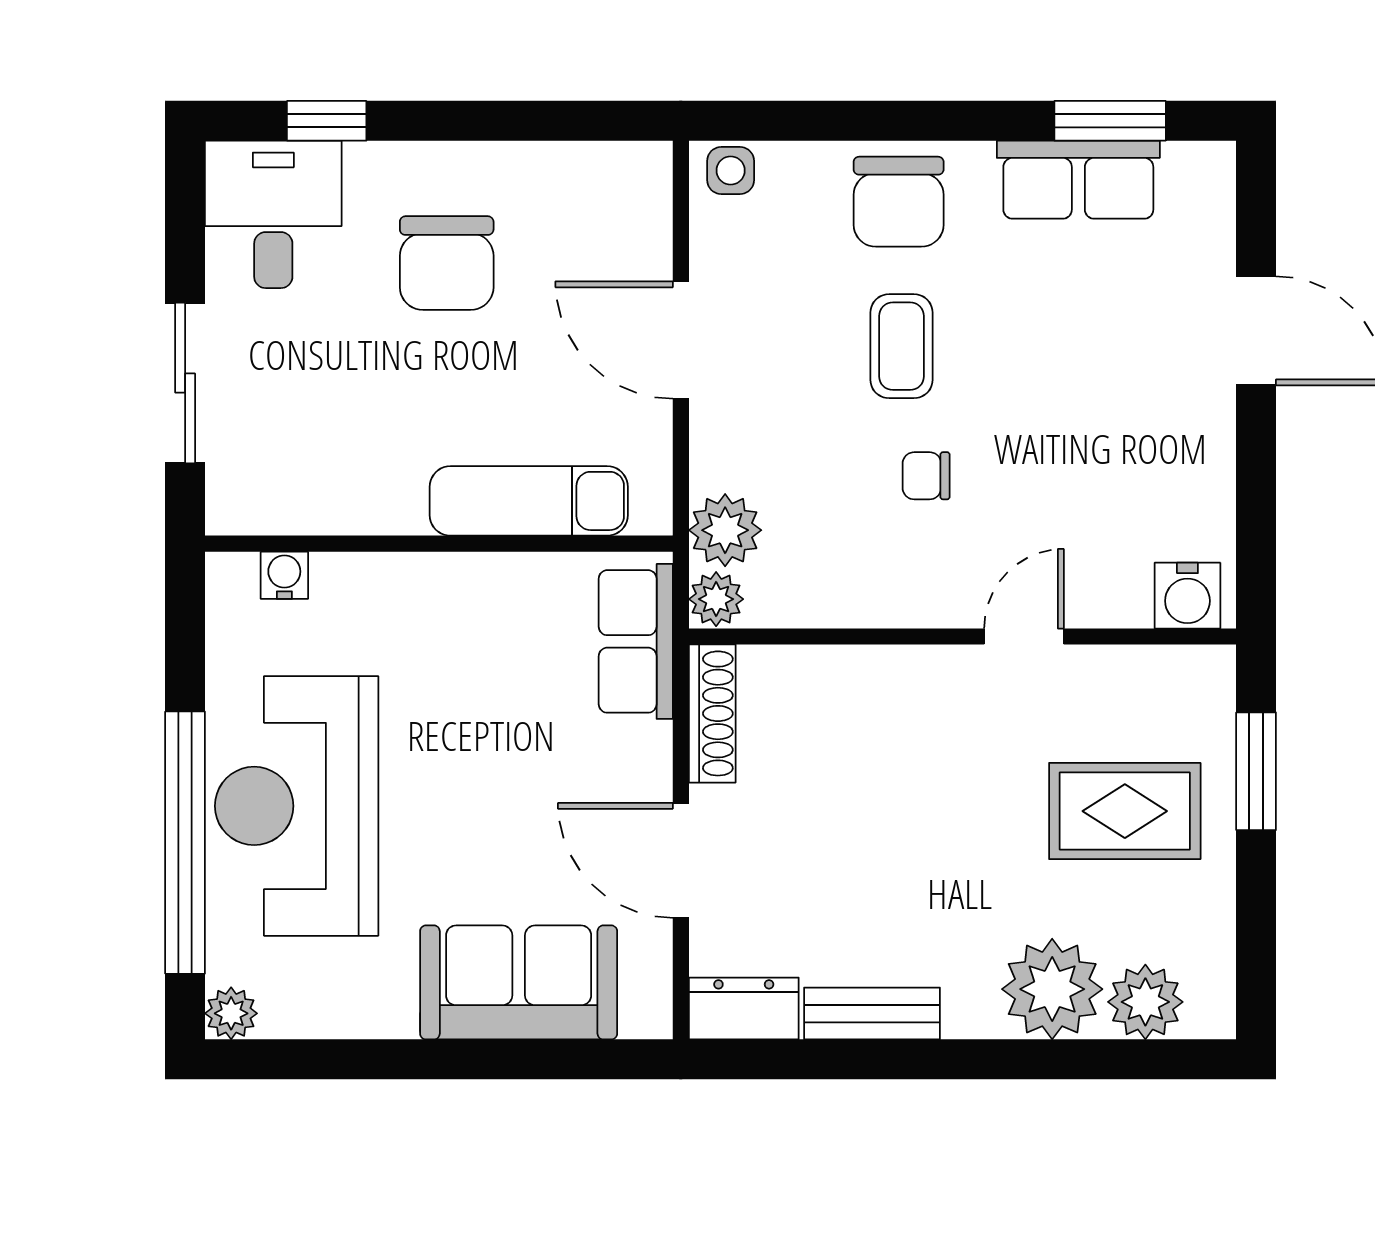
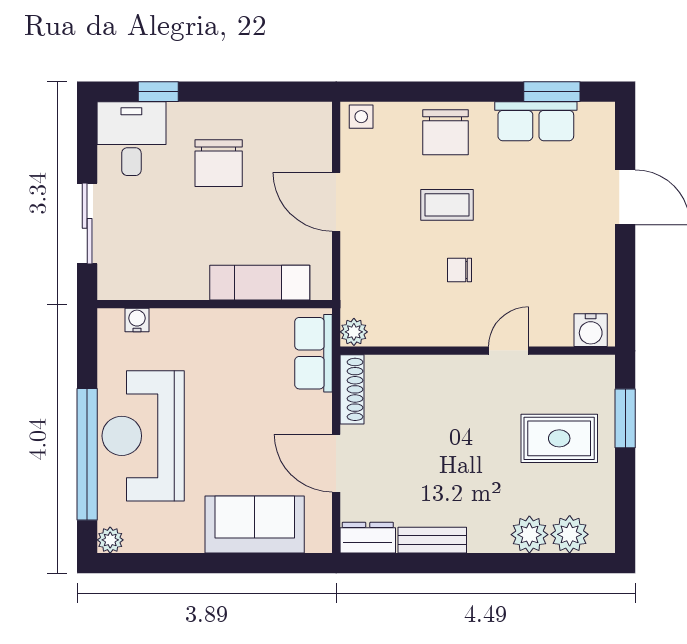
coffee table: (902, 346) -> (447, 205), turned 90
plant: (725, 530) -> (358, 297), removed
plant: (1052, 989) -> (529, 535), width x0.73, depth x0.73

